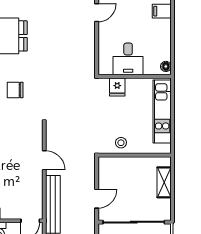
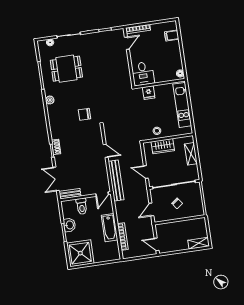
desk: (128, 59) -> (143, 74), moved
chair: (15, 90) -> (84, 114), moved
wardrobe: (126, 166) -> (163, 146), added
door: (97, 199) -> (146, 172), swing flipped

